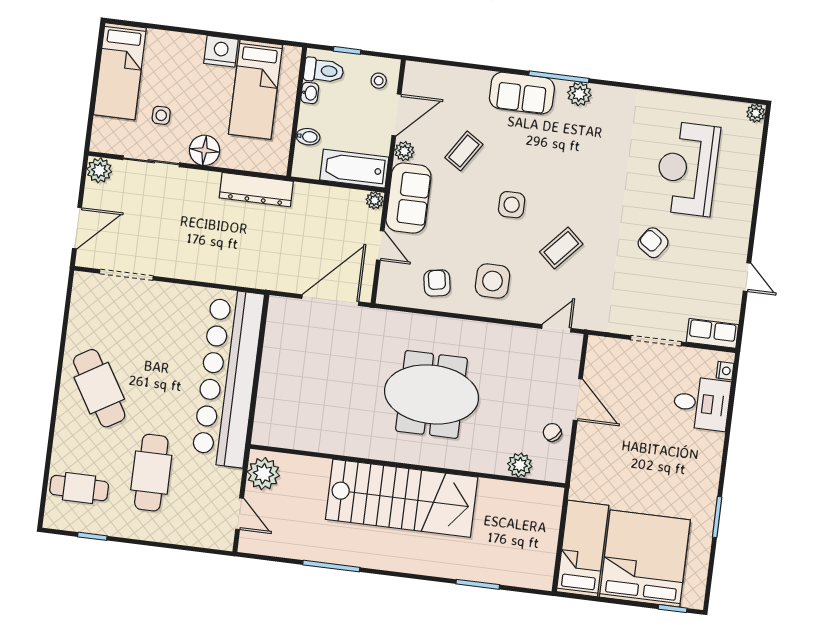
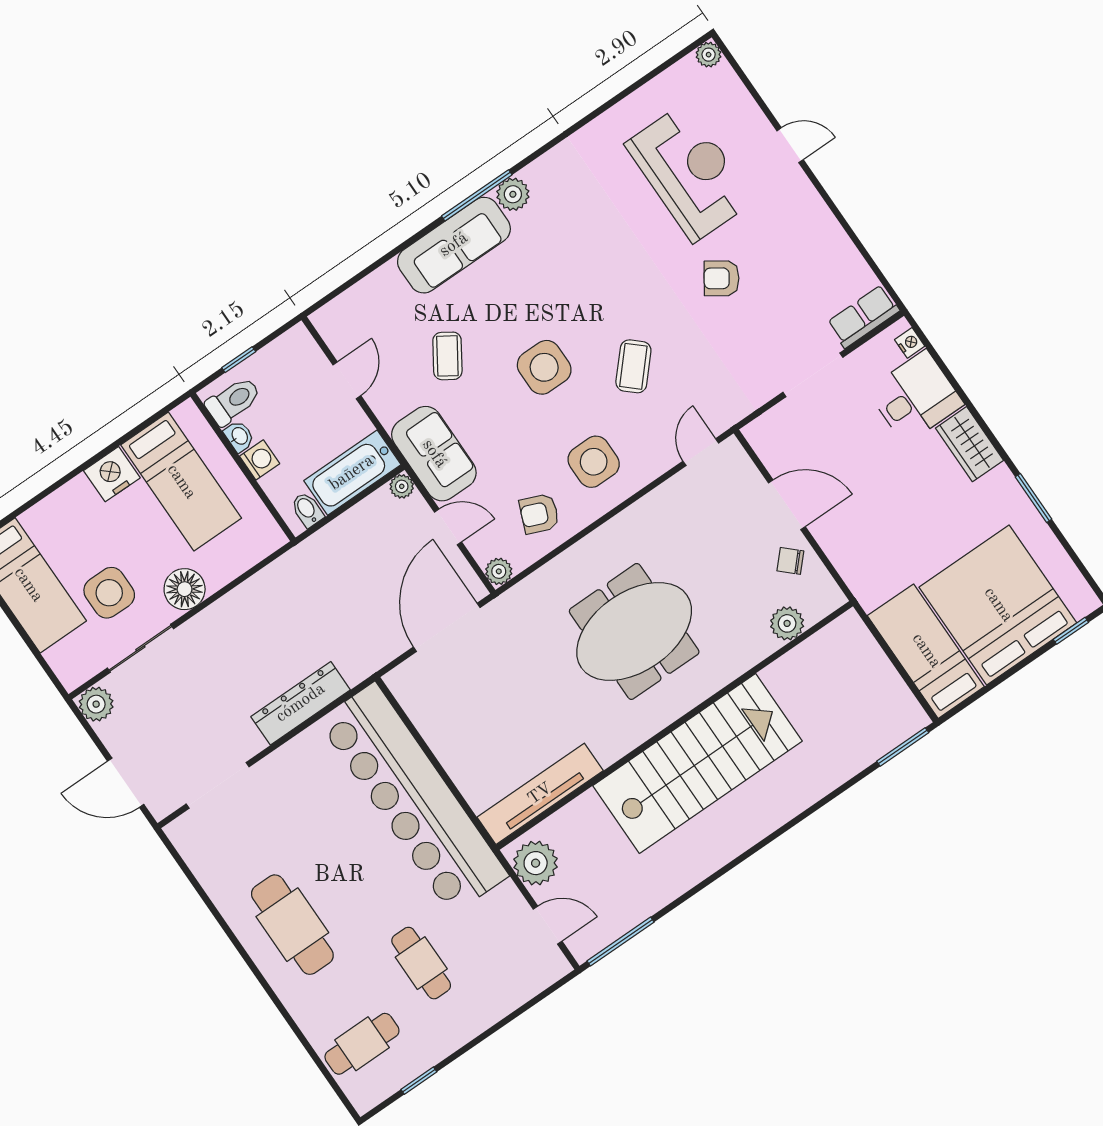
stool: (379, 81) -> (298, 362), removed
sofa: (522, 93) -> (454, 245), width x1.36
side table: (161, 115) -> (109, 593), width x1.87, depth x1.87
door: (397, 115) -> (347, 380), width x0.73
washing machine: (309, 116) -> (260, 460), added
bidet: (308, 137) -> (307, 510), moved, turned -90
plant: (404, 151) -> (499, 571), moved
reception desk: (687, 169) -> (690, 172), turned 180
dresser: (256, 190) -> (301, 703), moved, turned 180
side table: (512, 205) -> (544, 367), width x1.37, depth x1.37
door: (77, 228) -> (126, 783), swing flipped
door: (747, 277) -> (790, 145), moved
armchair: (437, 283) -> (539, 514), turned -58
cafe table: (99, 388) -> (292, 925), turned 31
tv unit: (300, 438) -> (540, 794), added
wardrobe: (708, 456) -> (970, 444), added
cafe table: (151, 473) -> (421, 963), width x0.73, depth x0.74
window: (331, 566) -> (621, 942), moved
window: (478, 584) -> (903, 747), moved

